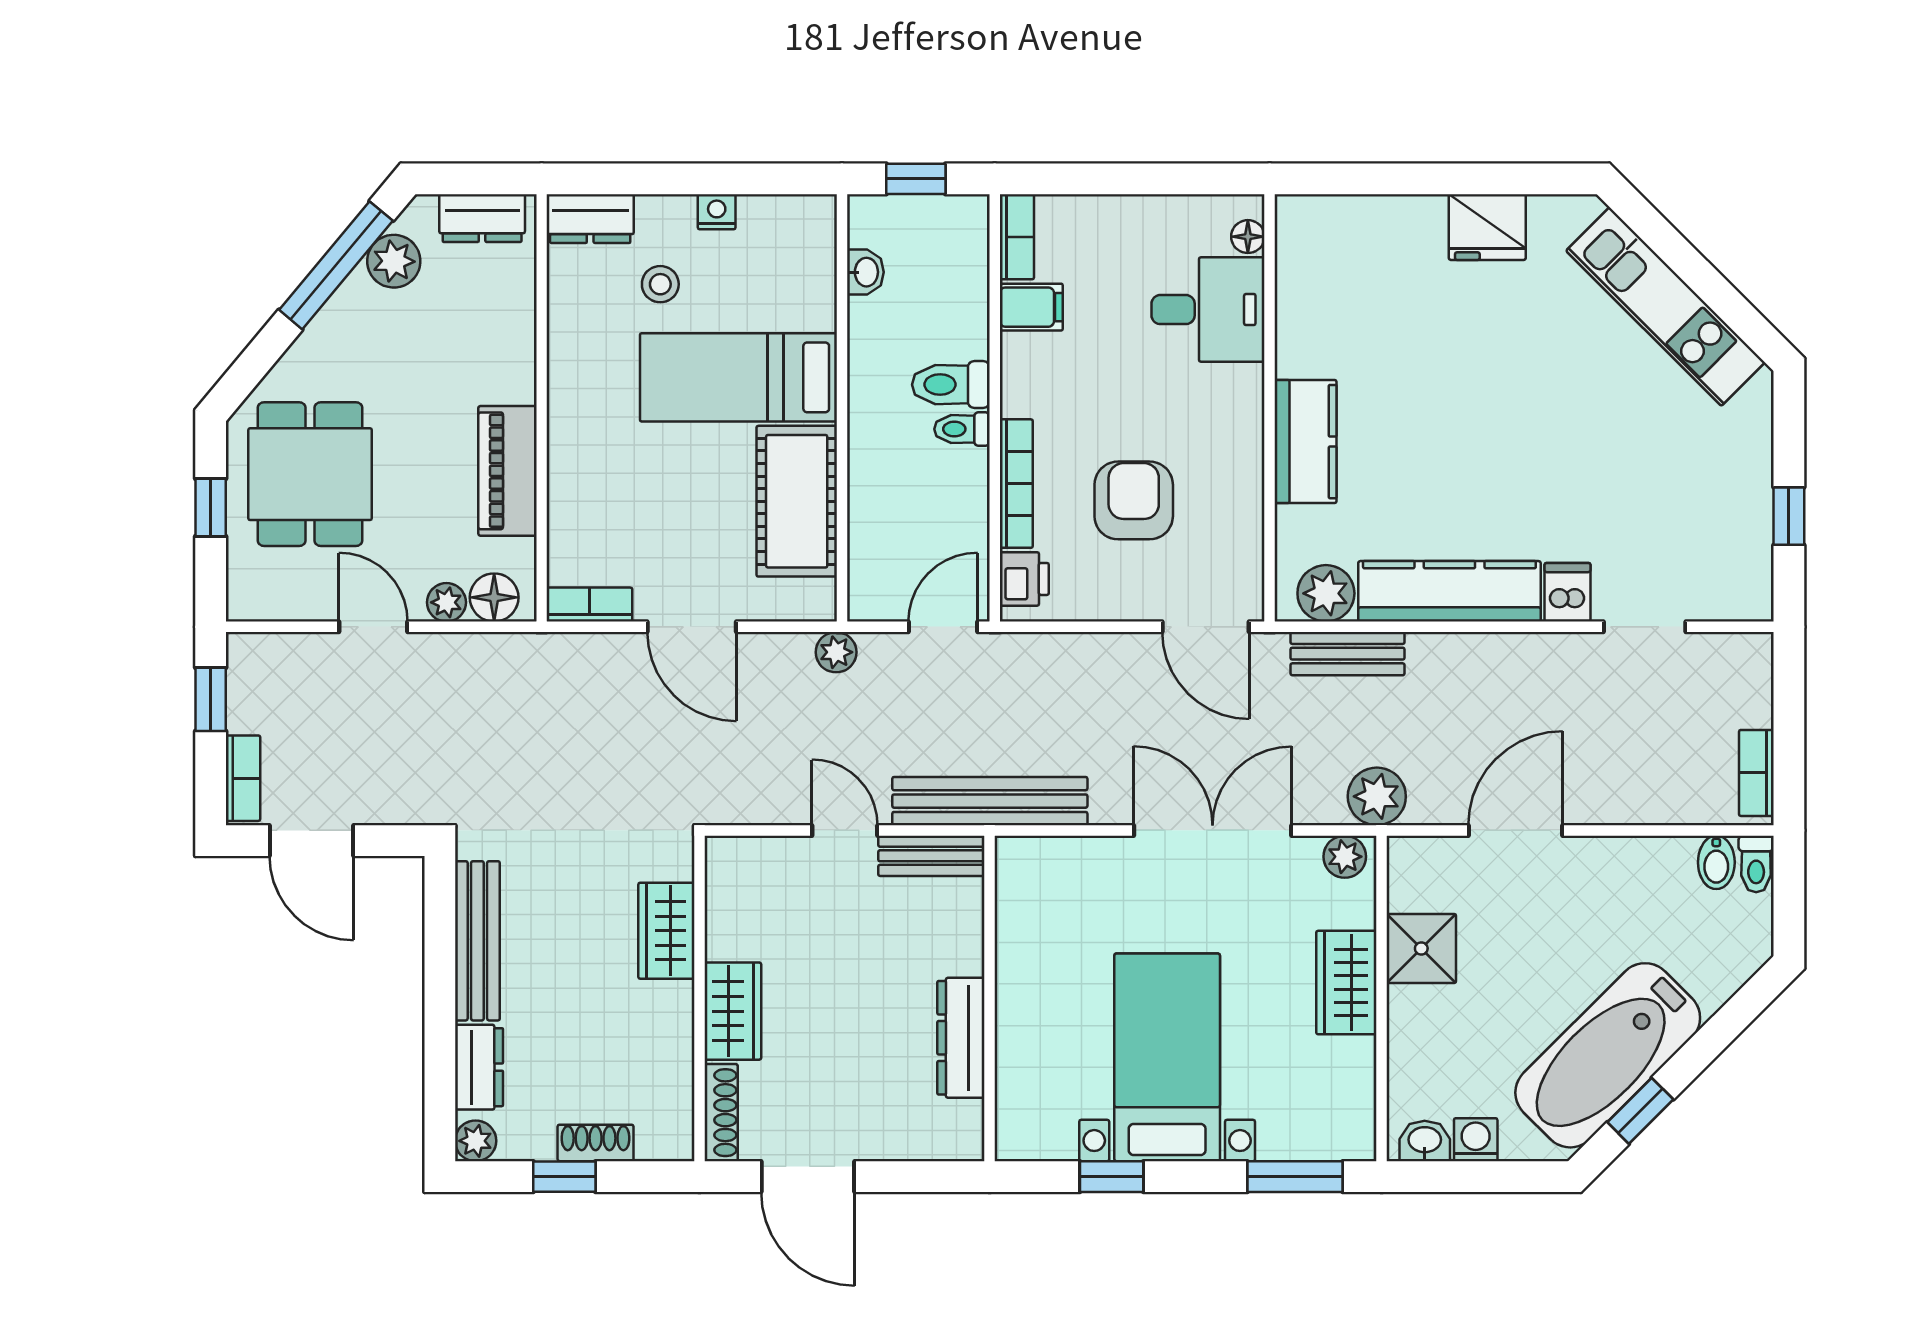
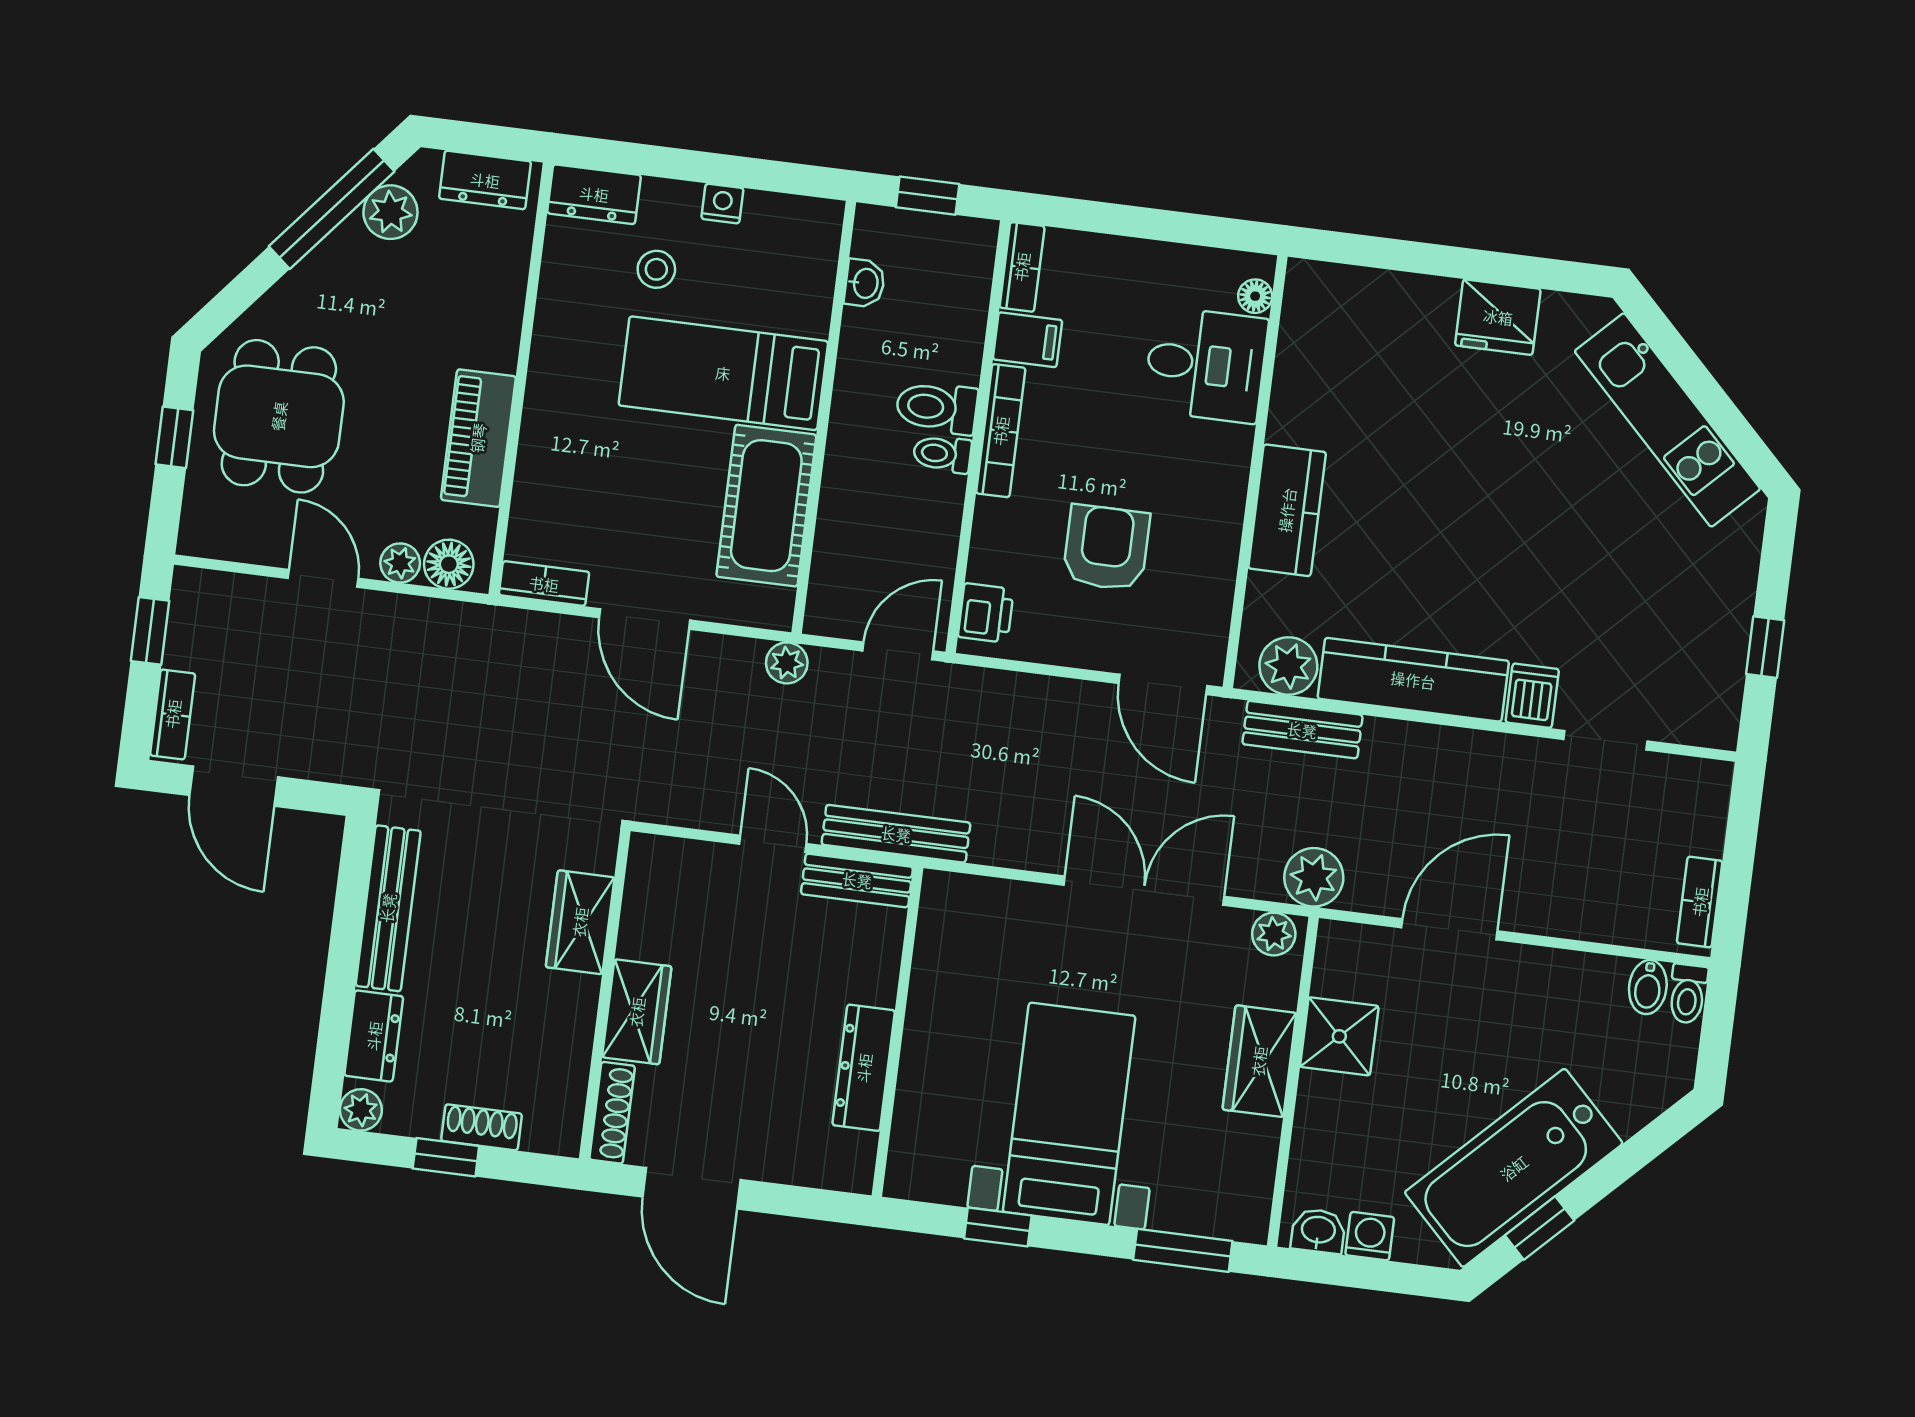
bookcase: (1016, 484) -> (1001, 431), moved
bench: (990, 801) -> (896, 834), width x0.73, depth x0.82

